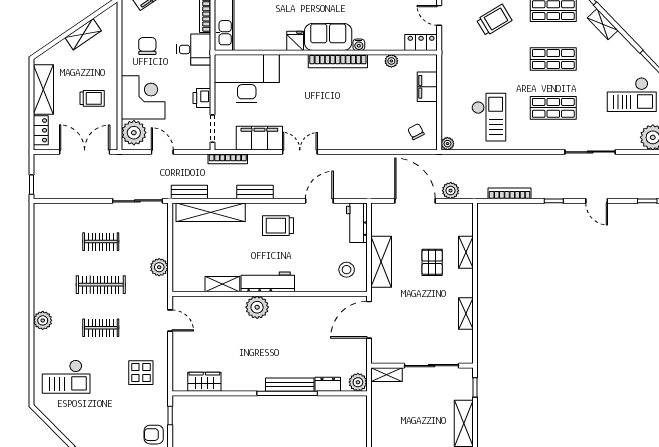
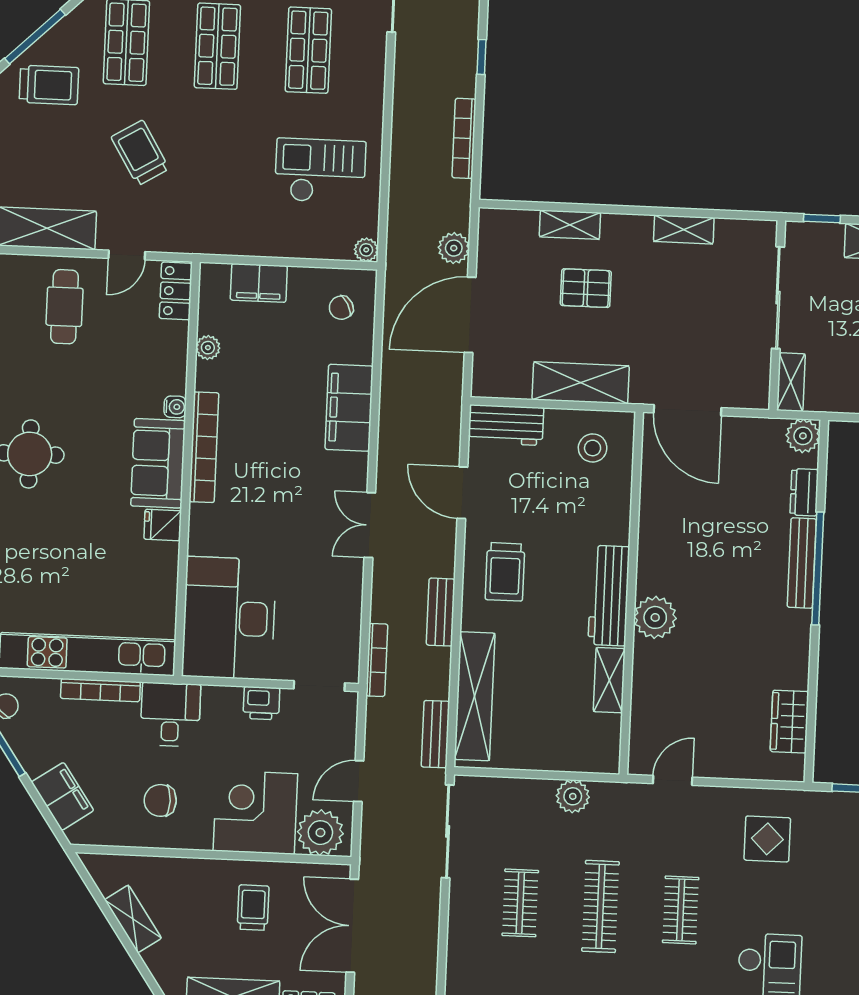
filing cabinet: (259, 138) -> (349, 408), moved

